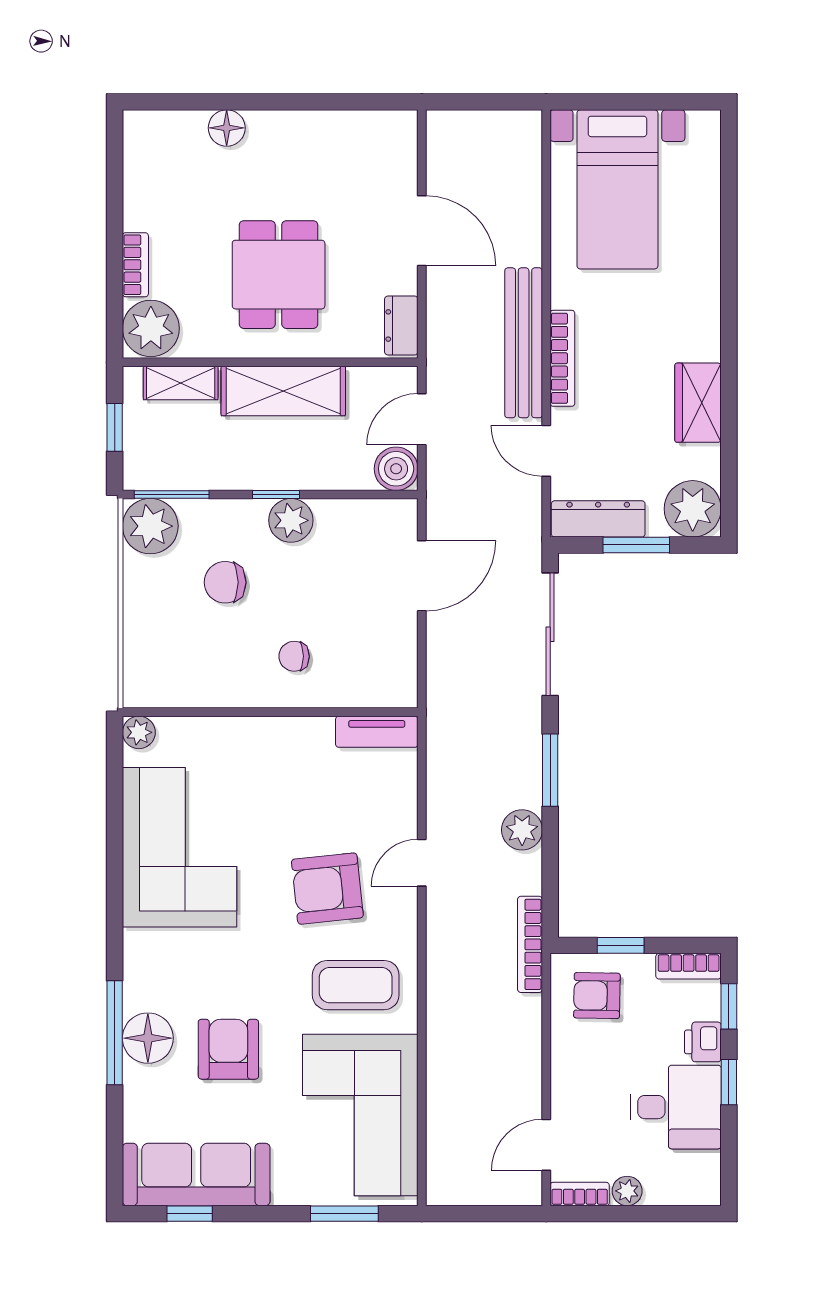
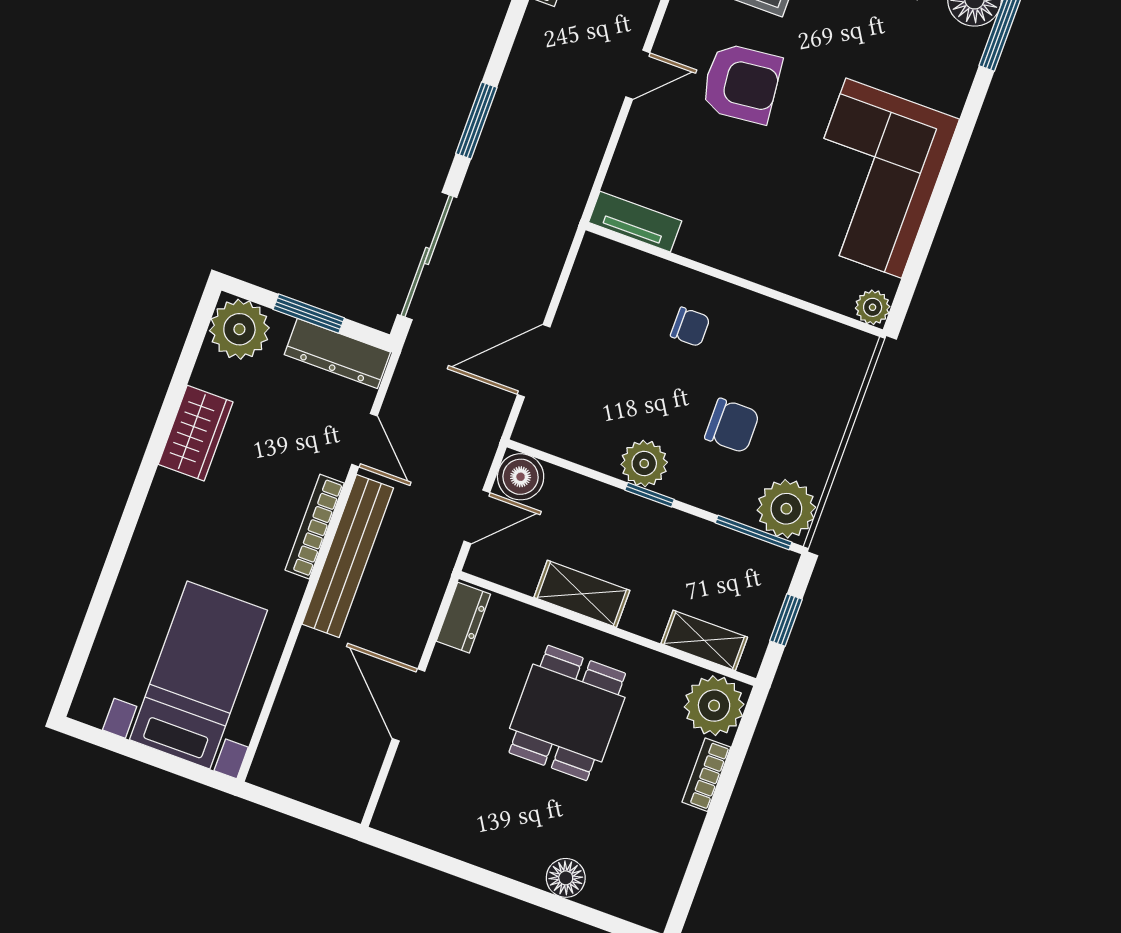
shelving: (283, 391) -> (582, 594), width x0.67, depth x0.75
plant: (522, 830) -> (526, 71), removed

